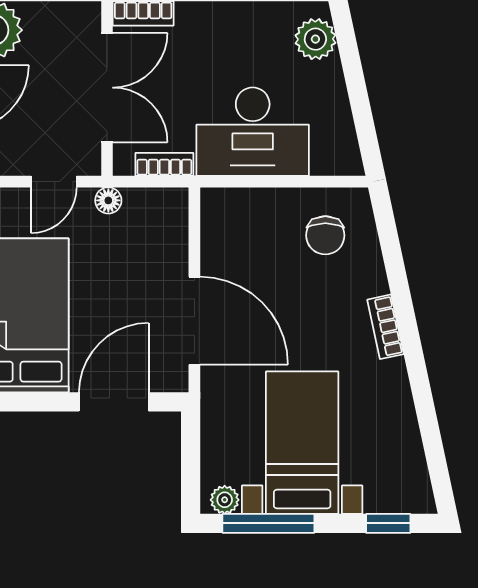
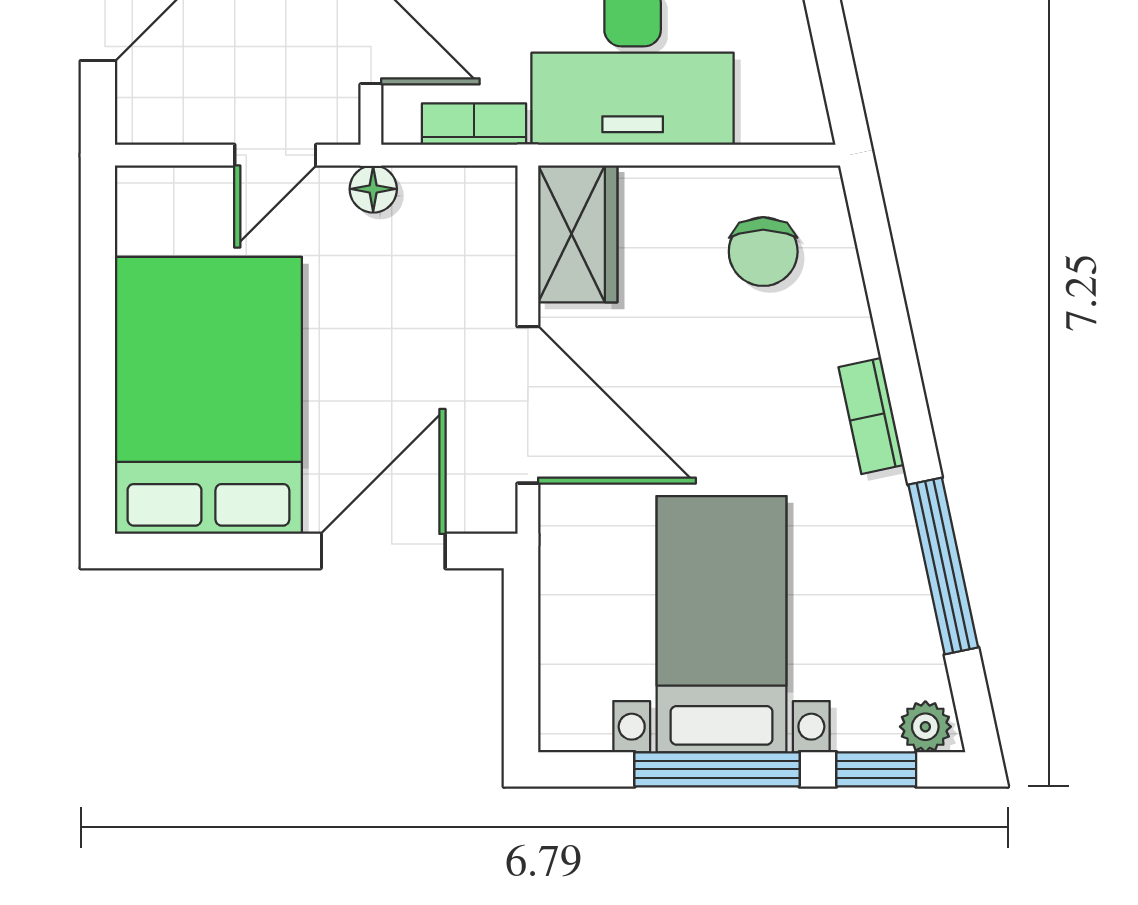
wardrobe: (222, 225) -> (578, 234), added
window: (426, 410) -> (943, 566), added
plant: (225, 500) -> (925, 727), moved
window: (268, 523) -> (717, 769), moved

